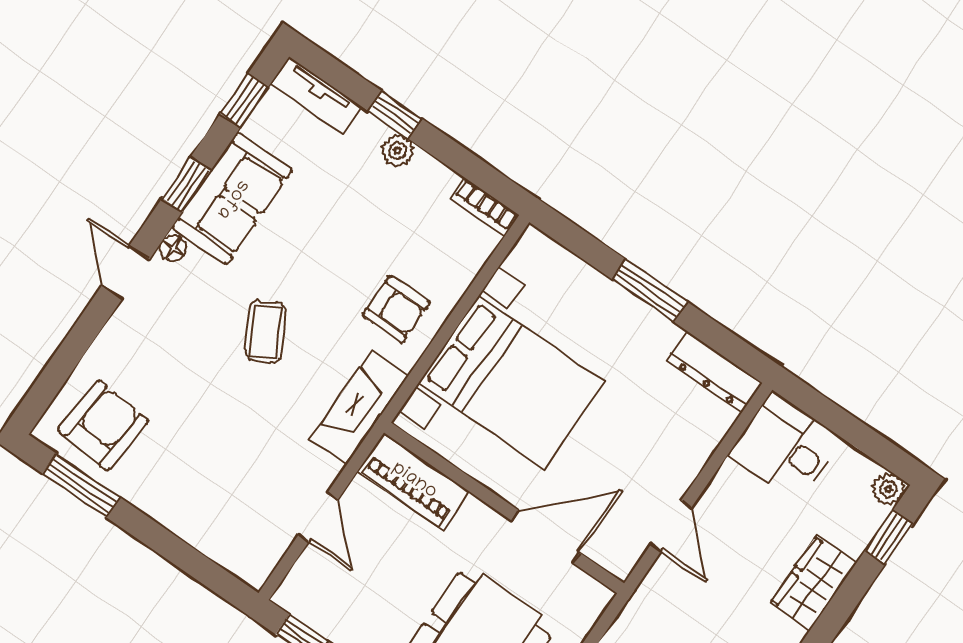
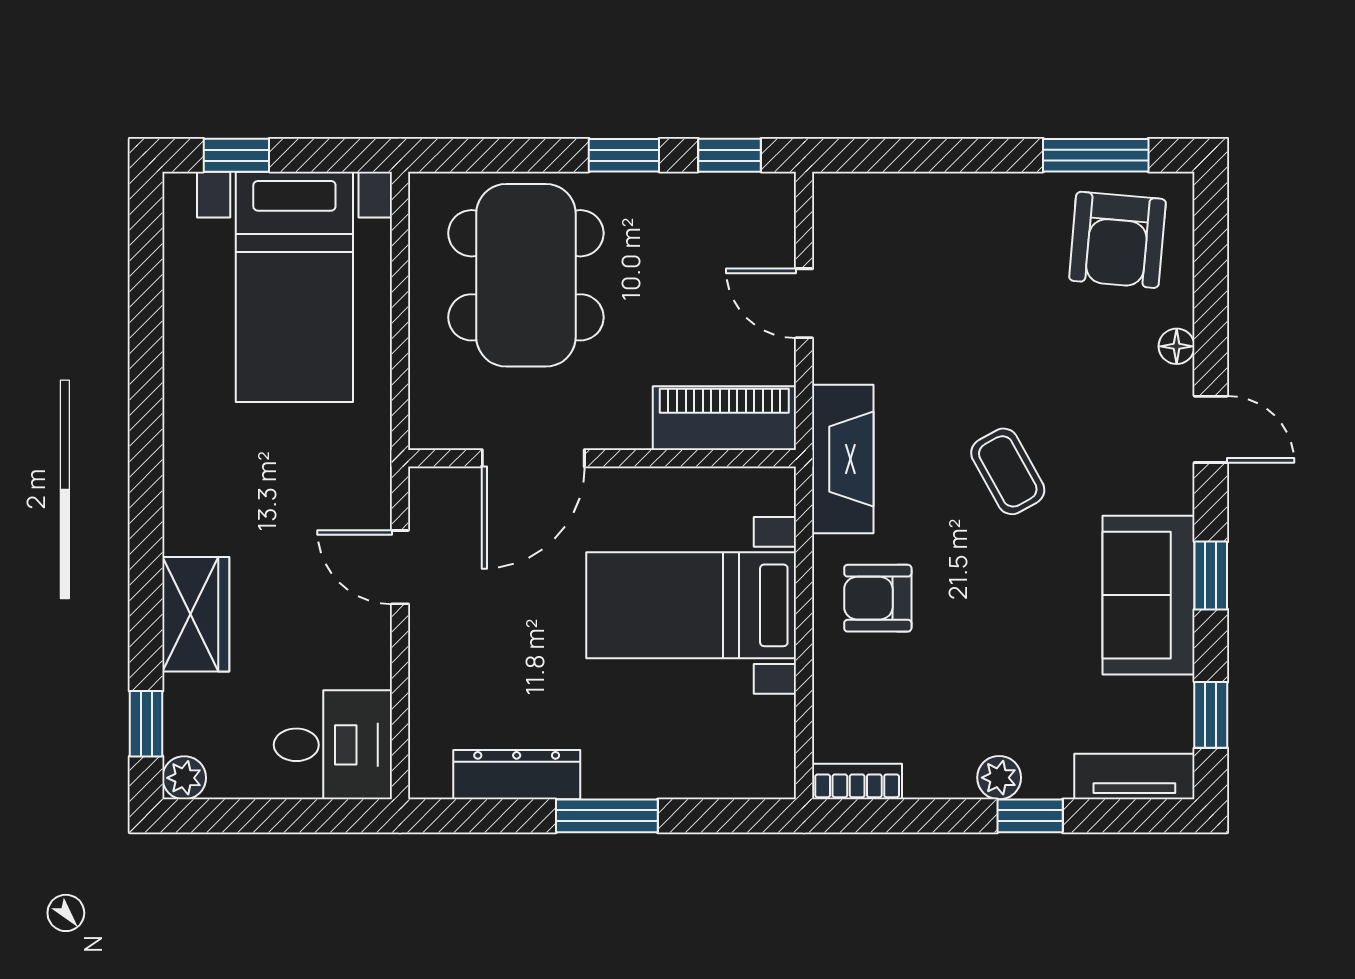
floor lamp: (173, 248) -> (1177, 346), moved
dresser: (714, 372) -> (517, 775), moved
bed with nightstands: (512, 382) -> (691, 605), width x0.73

